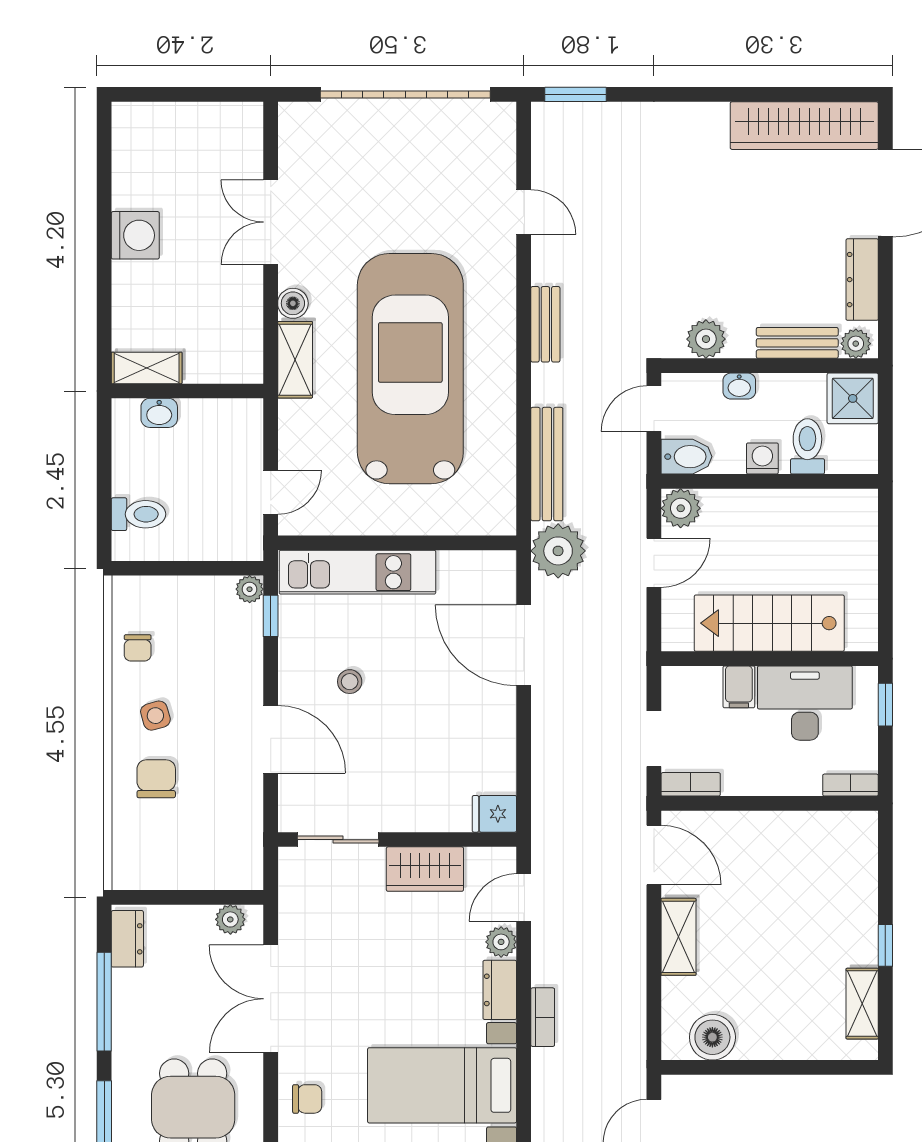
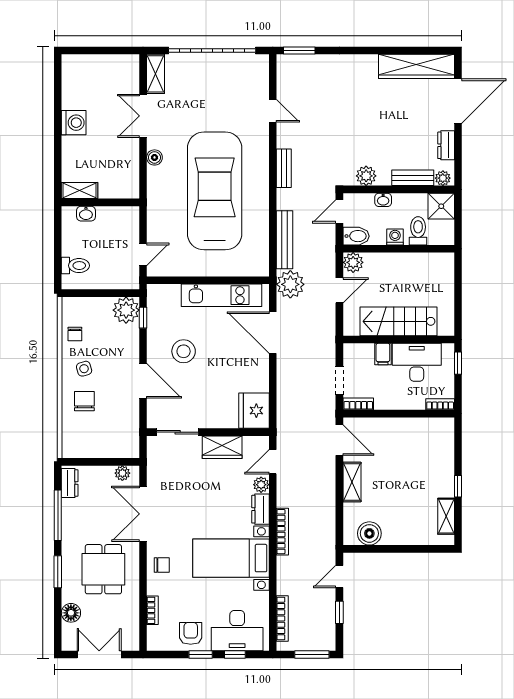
dresser: (862, 280) -> (446, 145), width x0.70
shelving: (295, 360) -> (156, 74), moved
kitchen unit: (357, 572) -> (222, 295), moved
plant: (250, 589) -> (126, 310), width x1.88, depth x1.88
stool: (350, 682) -> (184, 351), width x1.89, depth x1.89
fridge: (494, 814) -> (254, 411), width x1.88, depth x1.34
bookcase: (543, 1017) -> (282, 532), width x1.56

